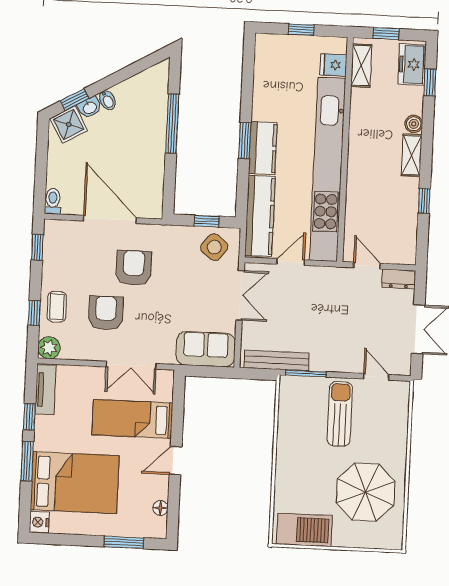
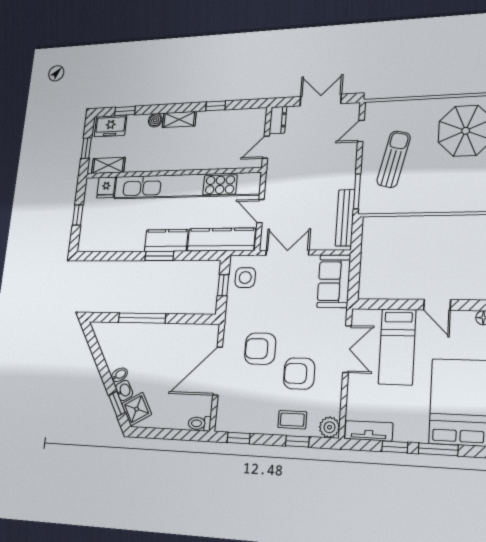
side table: (214, 247) -> (245, 278), turned -38
sun lounger: (340, 414) -> (394, 159), turned 103

